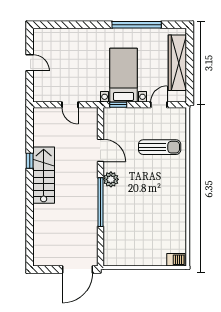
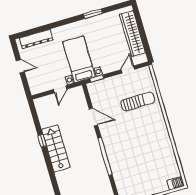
window: (137, 25) -> (93, 14), width x0.47
dresser: (59, 35) -> (36, 39), added
bed with nightstands: (124, 75) -> (79, 59), moved
door: (70, 105) -> (60, 89), hinge flipped
plant: (111, 179) -> (108, 137), removed

